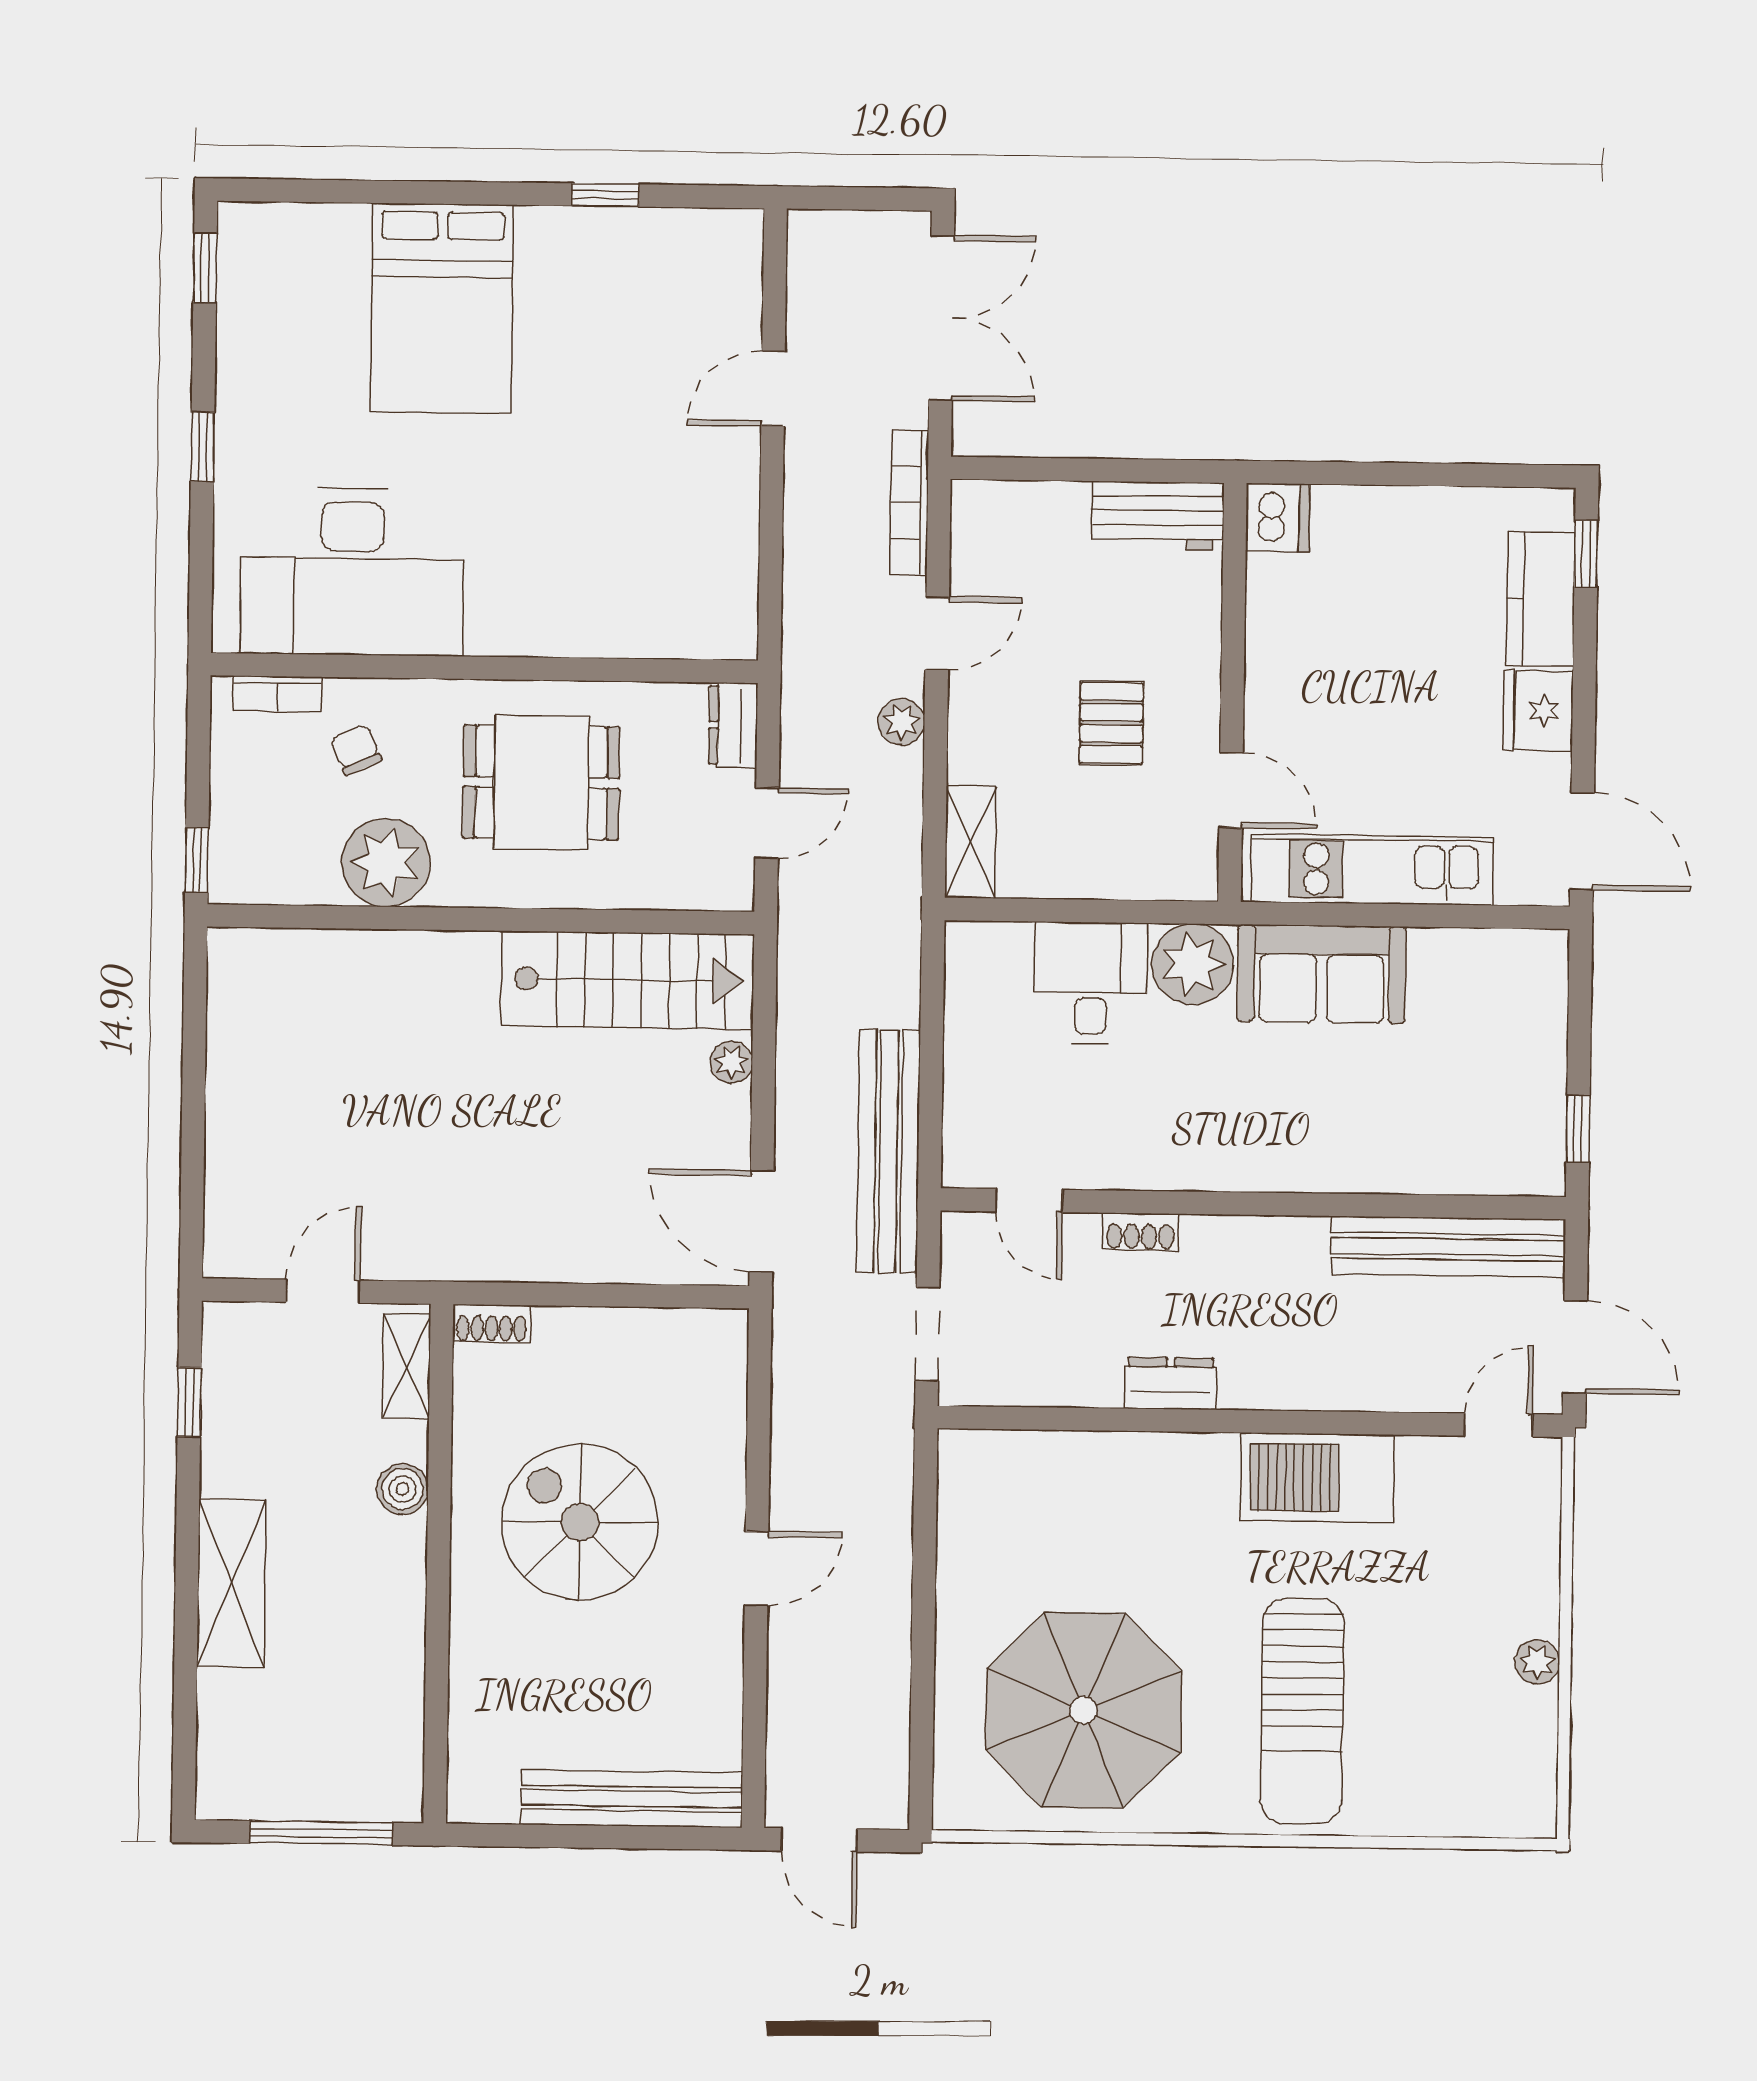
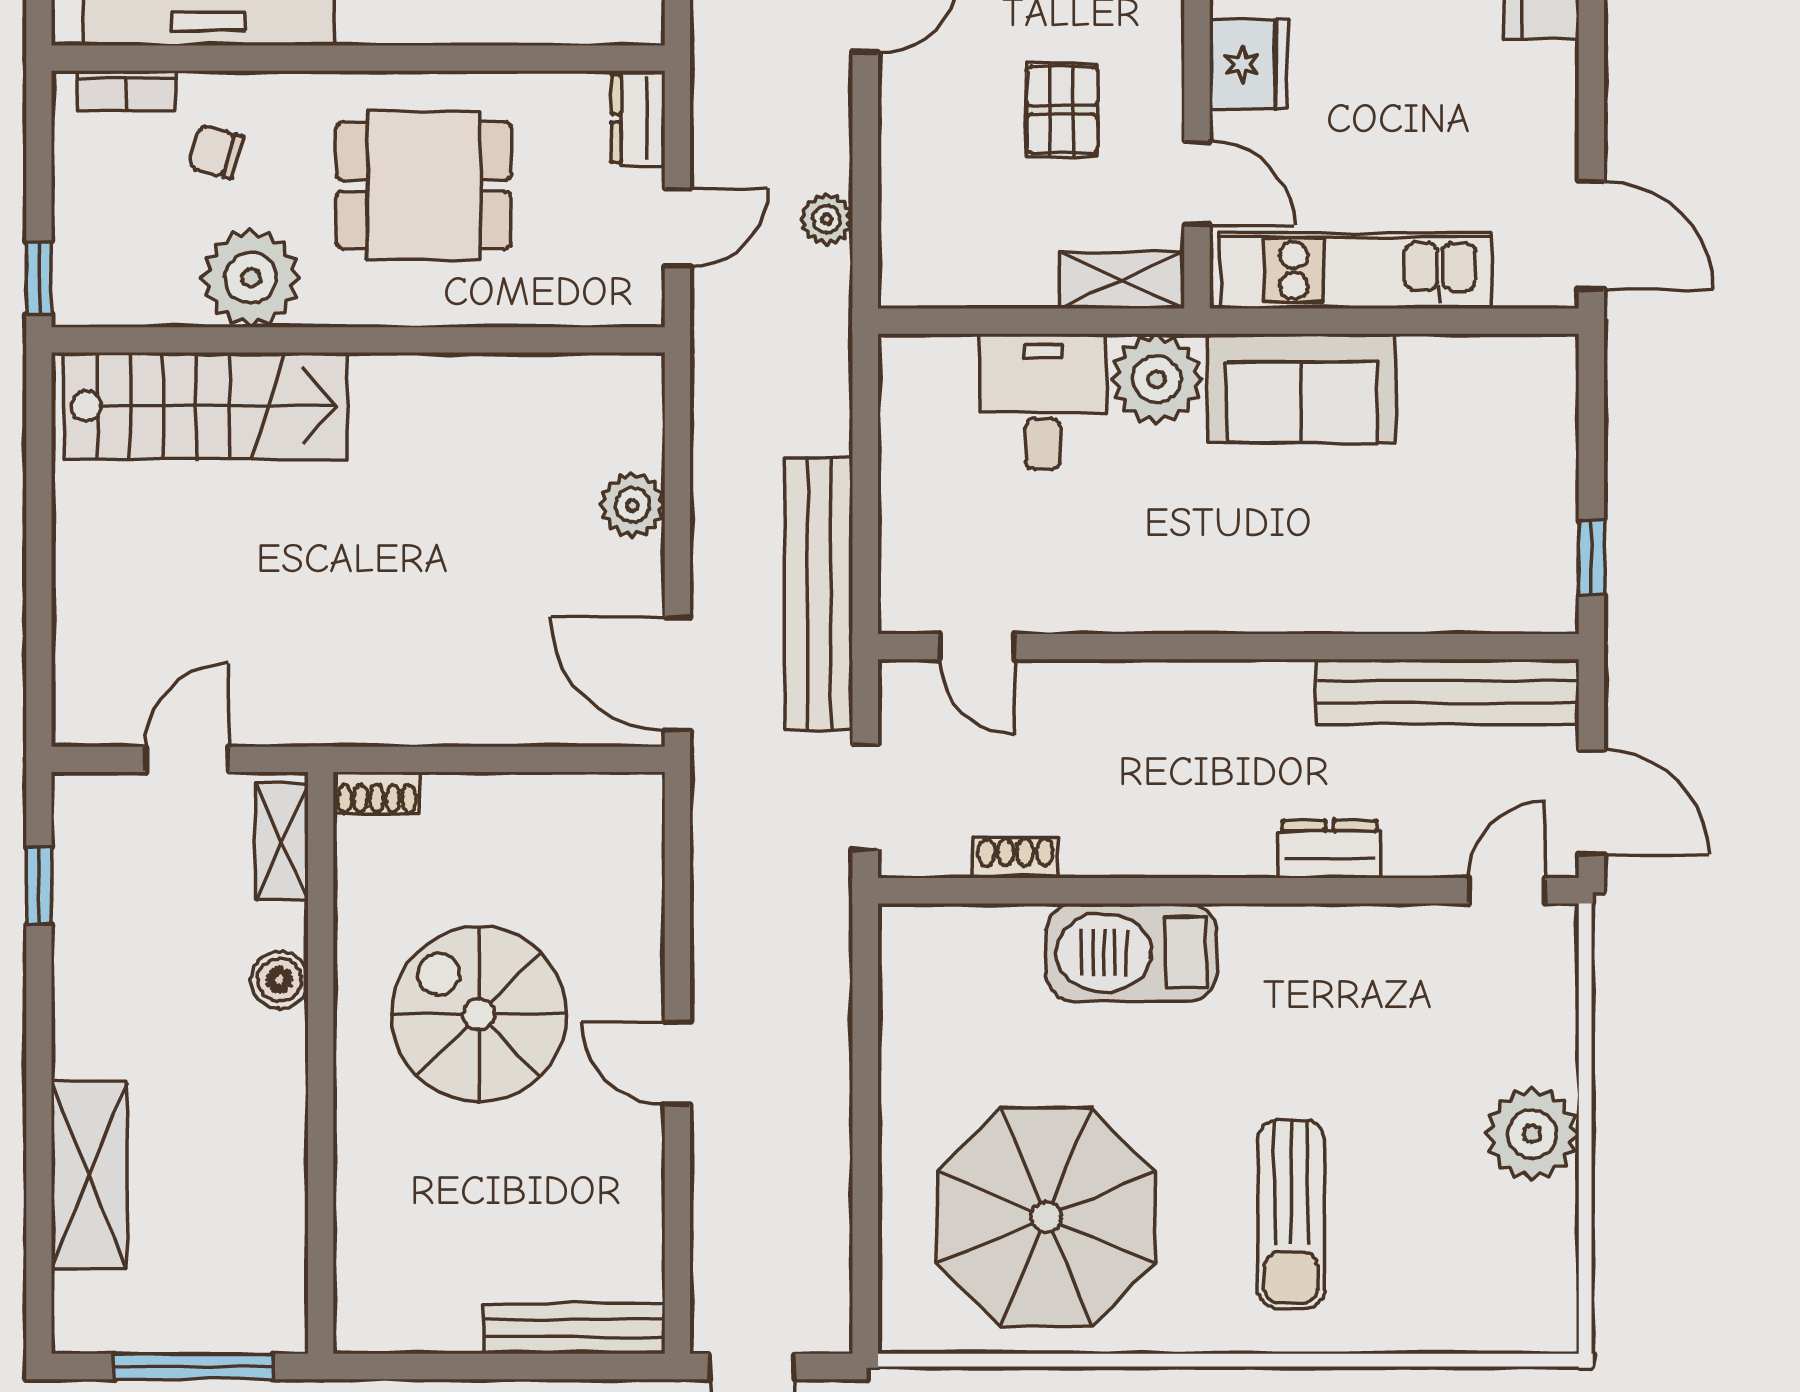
fridge: (1538, 711) -> (1248, 64), moved, turned 180
plant: (902, 722) -> (827, 219), moved
chair: (356, 750) -> (216, 152), turned -51
shelving: (971, 842) -> (1122, 280), moved, turned 90
stairs: (627, 980) -> (205, 406), moved
plant: (731, 1062) -> (632, 505), width x1.38, depth x1.38
shoe rack: (1140, 1232) -> (1015, 858), moved, turned 180
dresser: (1171, 1383) -> (1330, 849), moved
barbecue: (1317, 1478) -> (1131, 953), moved
door: (757, 1569) -> (677, 1063), swing flipped
shelving: (231, 1583) -> (89, 1175), moved
plant: (1537, 1662) -> (1532, 1134), width x1.88, depth x1.88
sun lounger: (1302, 1711) -> (1291, 1214), width x0.73, depth x0.75
bench: (632, 1799) -> (574, 1329), width x0.73, depth x0.82

